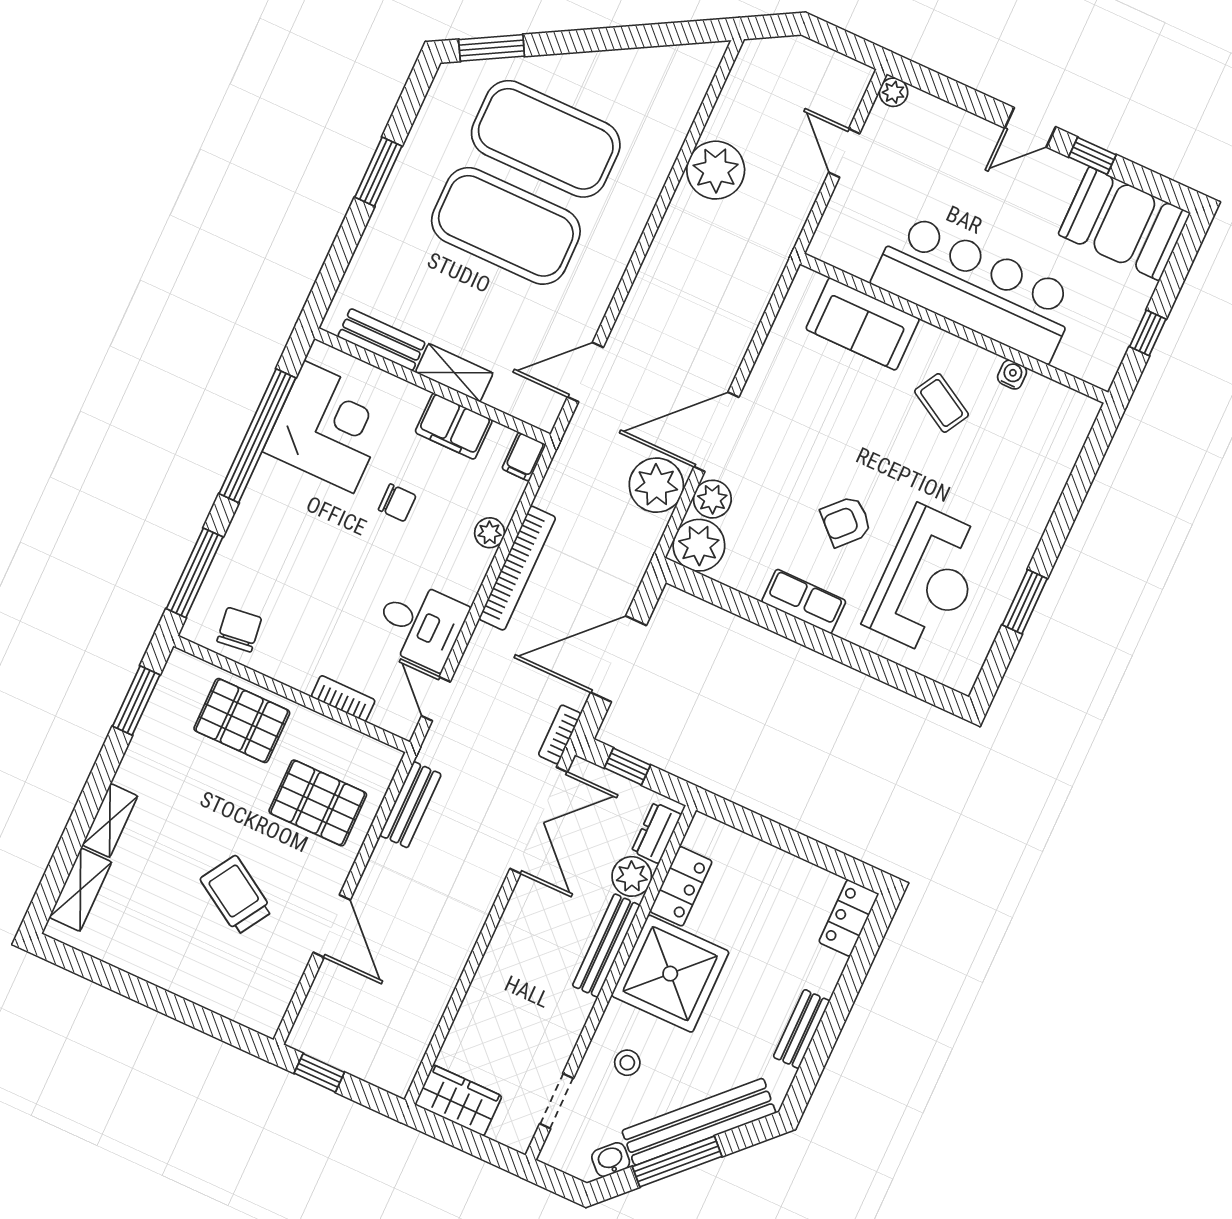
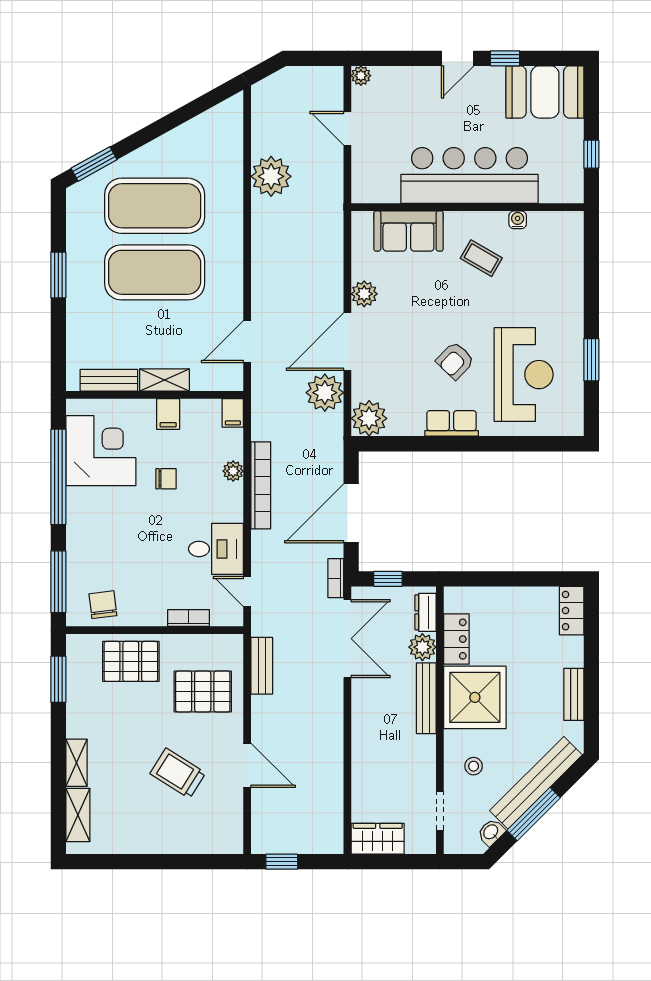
filing cabinet: (454, 426) -> (168, 414), width x0.50
plant: (712, 499) -> (364, 294), moved

